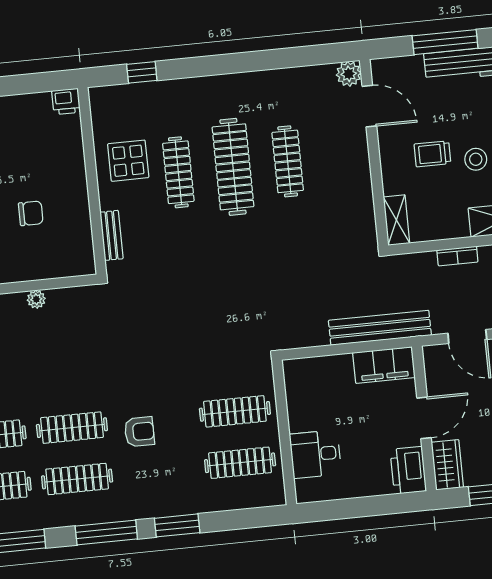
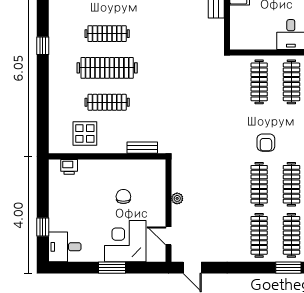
window: (142, 72) -> (43, 46), moved
printer: (66, 102) -> (69, 167), moved, turned 90
display table: (128, 161) -> (85, 134), moved
armchair: (139, 432) -> (266, 143), turned 180

